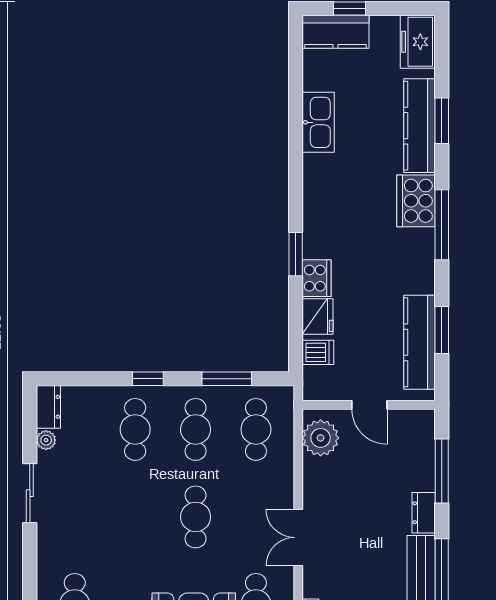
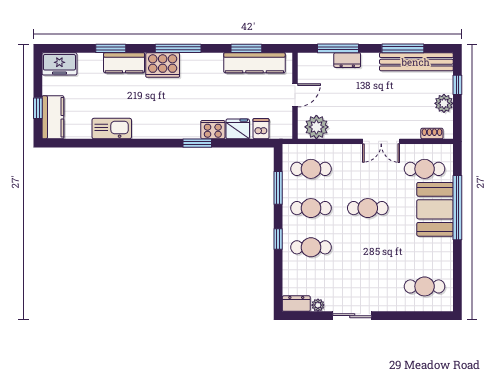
kitchen counter: (420, 126) -> (124, 63), width x0.67
dresser: (424, 513) -> (347, 60), moved

